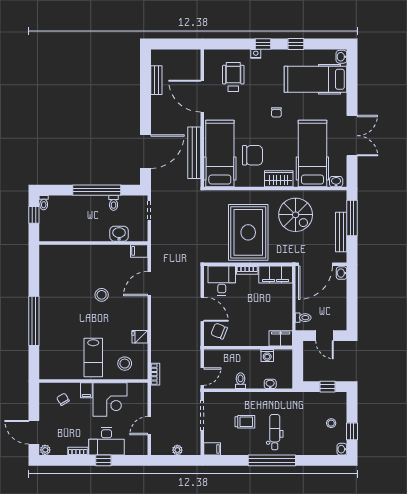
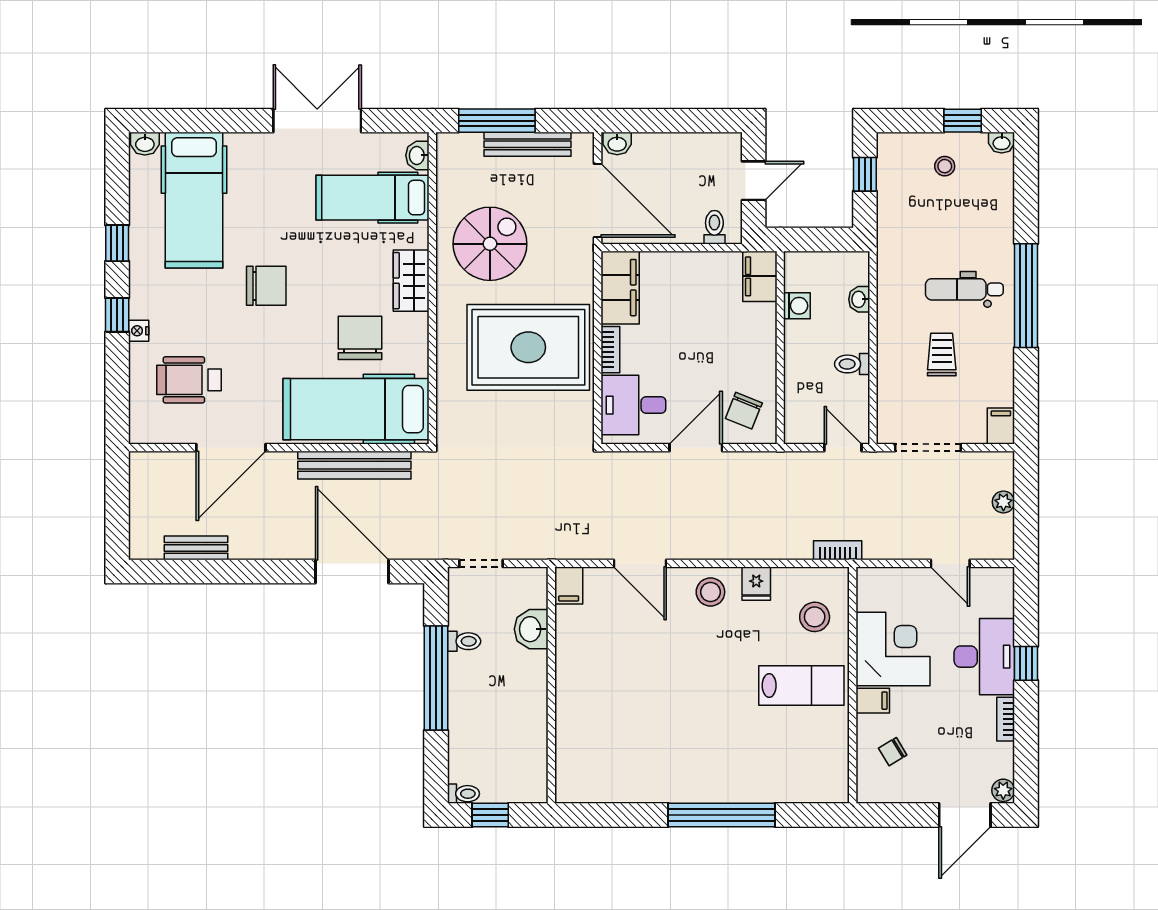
chair: (276, 112) -> (266, 286), width x1.87, depth x1.87
hospital bed: (312, 154) -> (373, 198), width x0.73, depth x0.78
stool: (102, 295) -> (710, 592), moved

